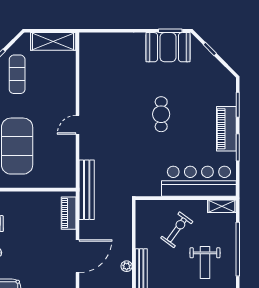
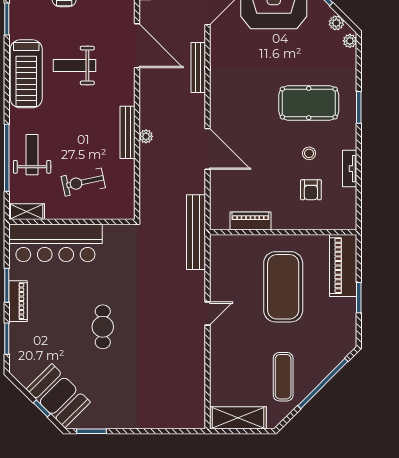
booth: (168, 47) -> (58, 396), moved, turned 45
piano: (226, 129) -> (18, 301), width x0.73, depth x0.75
piano: (69, 213) -> (250, 221), moved, turned -90
exercise bike: (177, 230) -> (83, 182), turned 42
door: (78, 256) -> (207, 149), swing flipped
weight bench: (205, 262) -> (32, 155), moved

